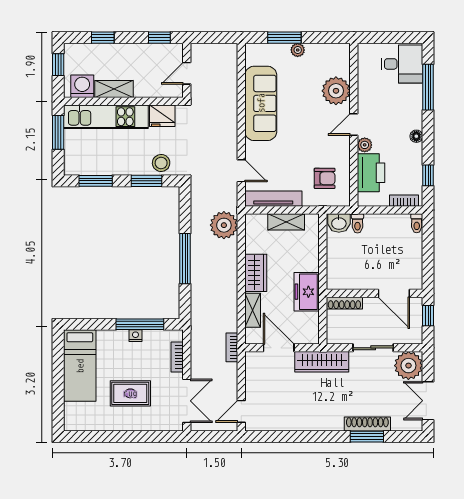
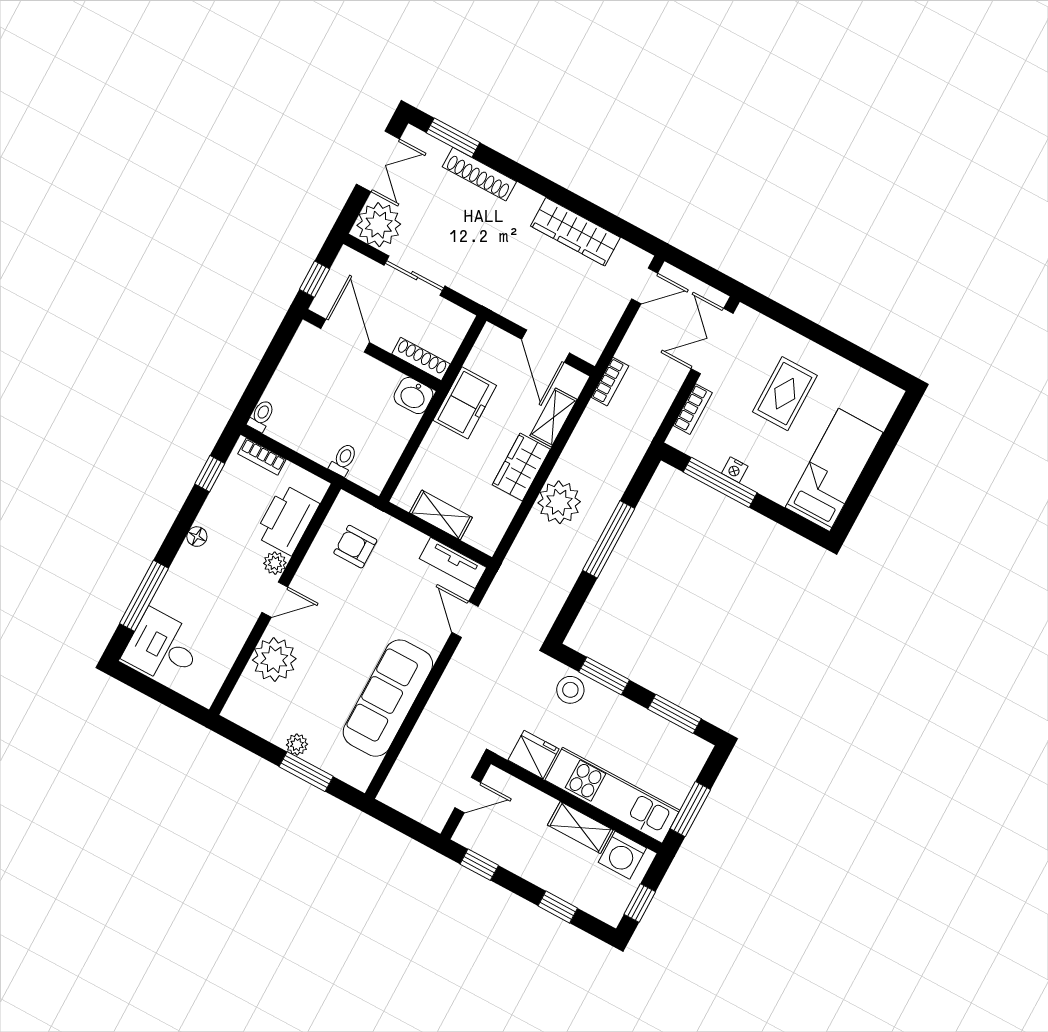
tv unit: (273, 199) -> (453, 563), width x0.71
washbasin: (339, 223) -> (413, 396), moved, turned 180
plant: (224, 225) -> (559, 502), moved
wardrobe: (322, 362) -> (575, 232), moved, turned 180
rug: (130, 393) -> (785, 394), turned 90
window: (367, 437) -> (453, 138), moved

